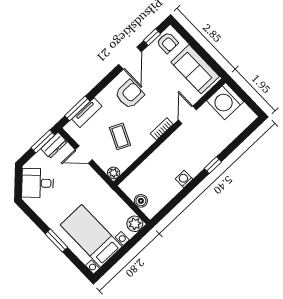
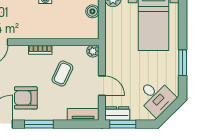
window: (77, 108) -> (39, 124), moved
tv unit: (87, 113) -> (83, 114), moved
bookcase: (162, 129) -> (40, 50), moved
window: (56, 241) -> (183, 63), moved

